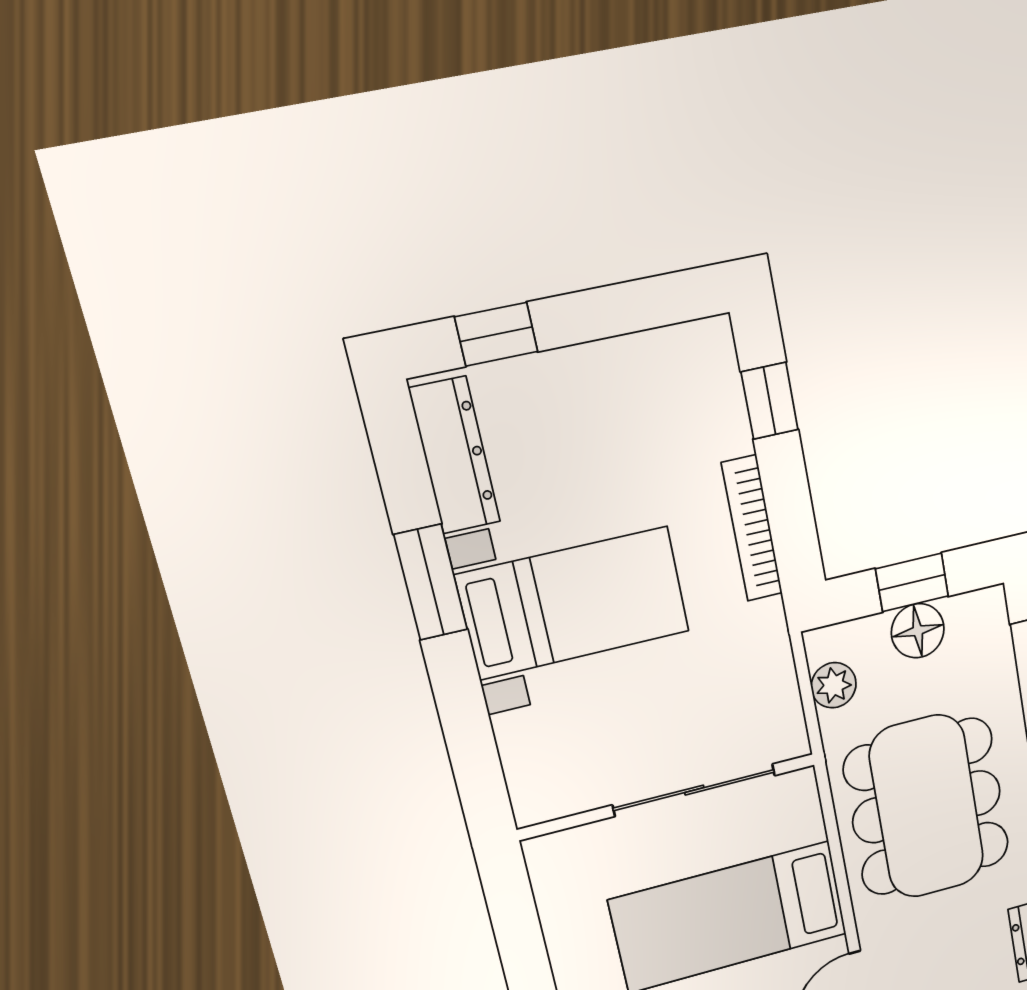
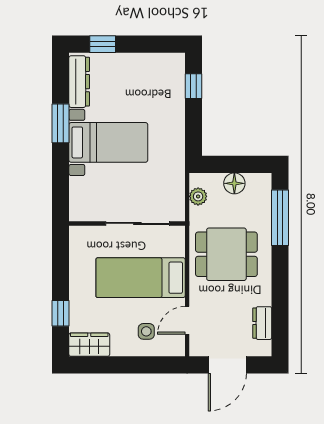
bookcase: (752, 528) -> (178, 130), removed
window: (912, 582) -> (235, 164), removed
dining table: (927, 807) -> (226, 254), width x0.73

